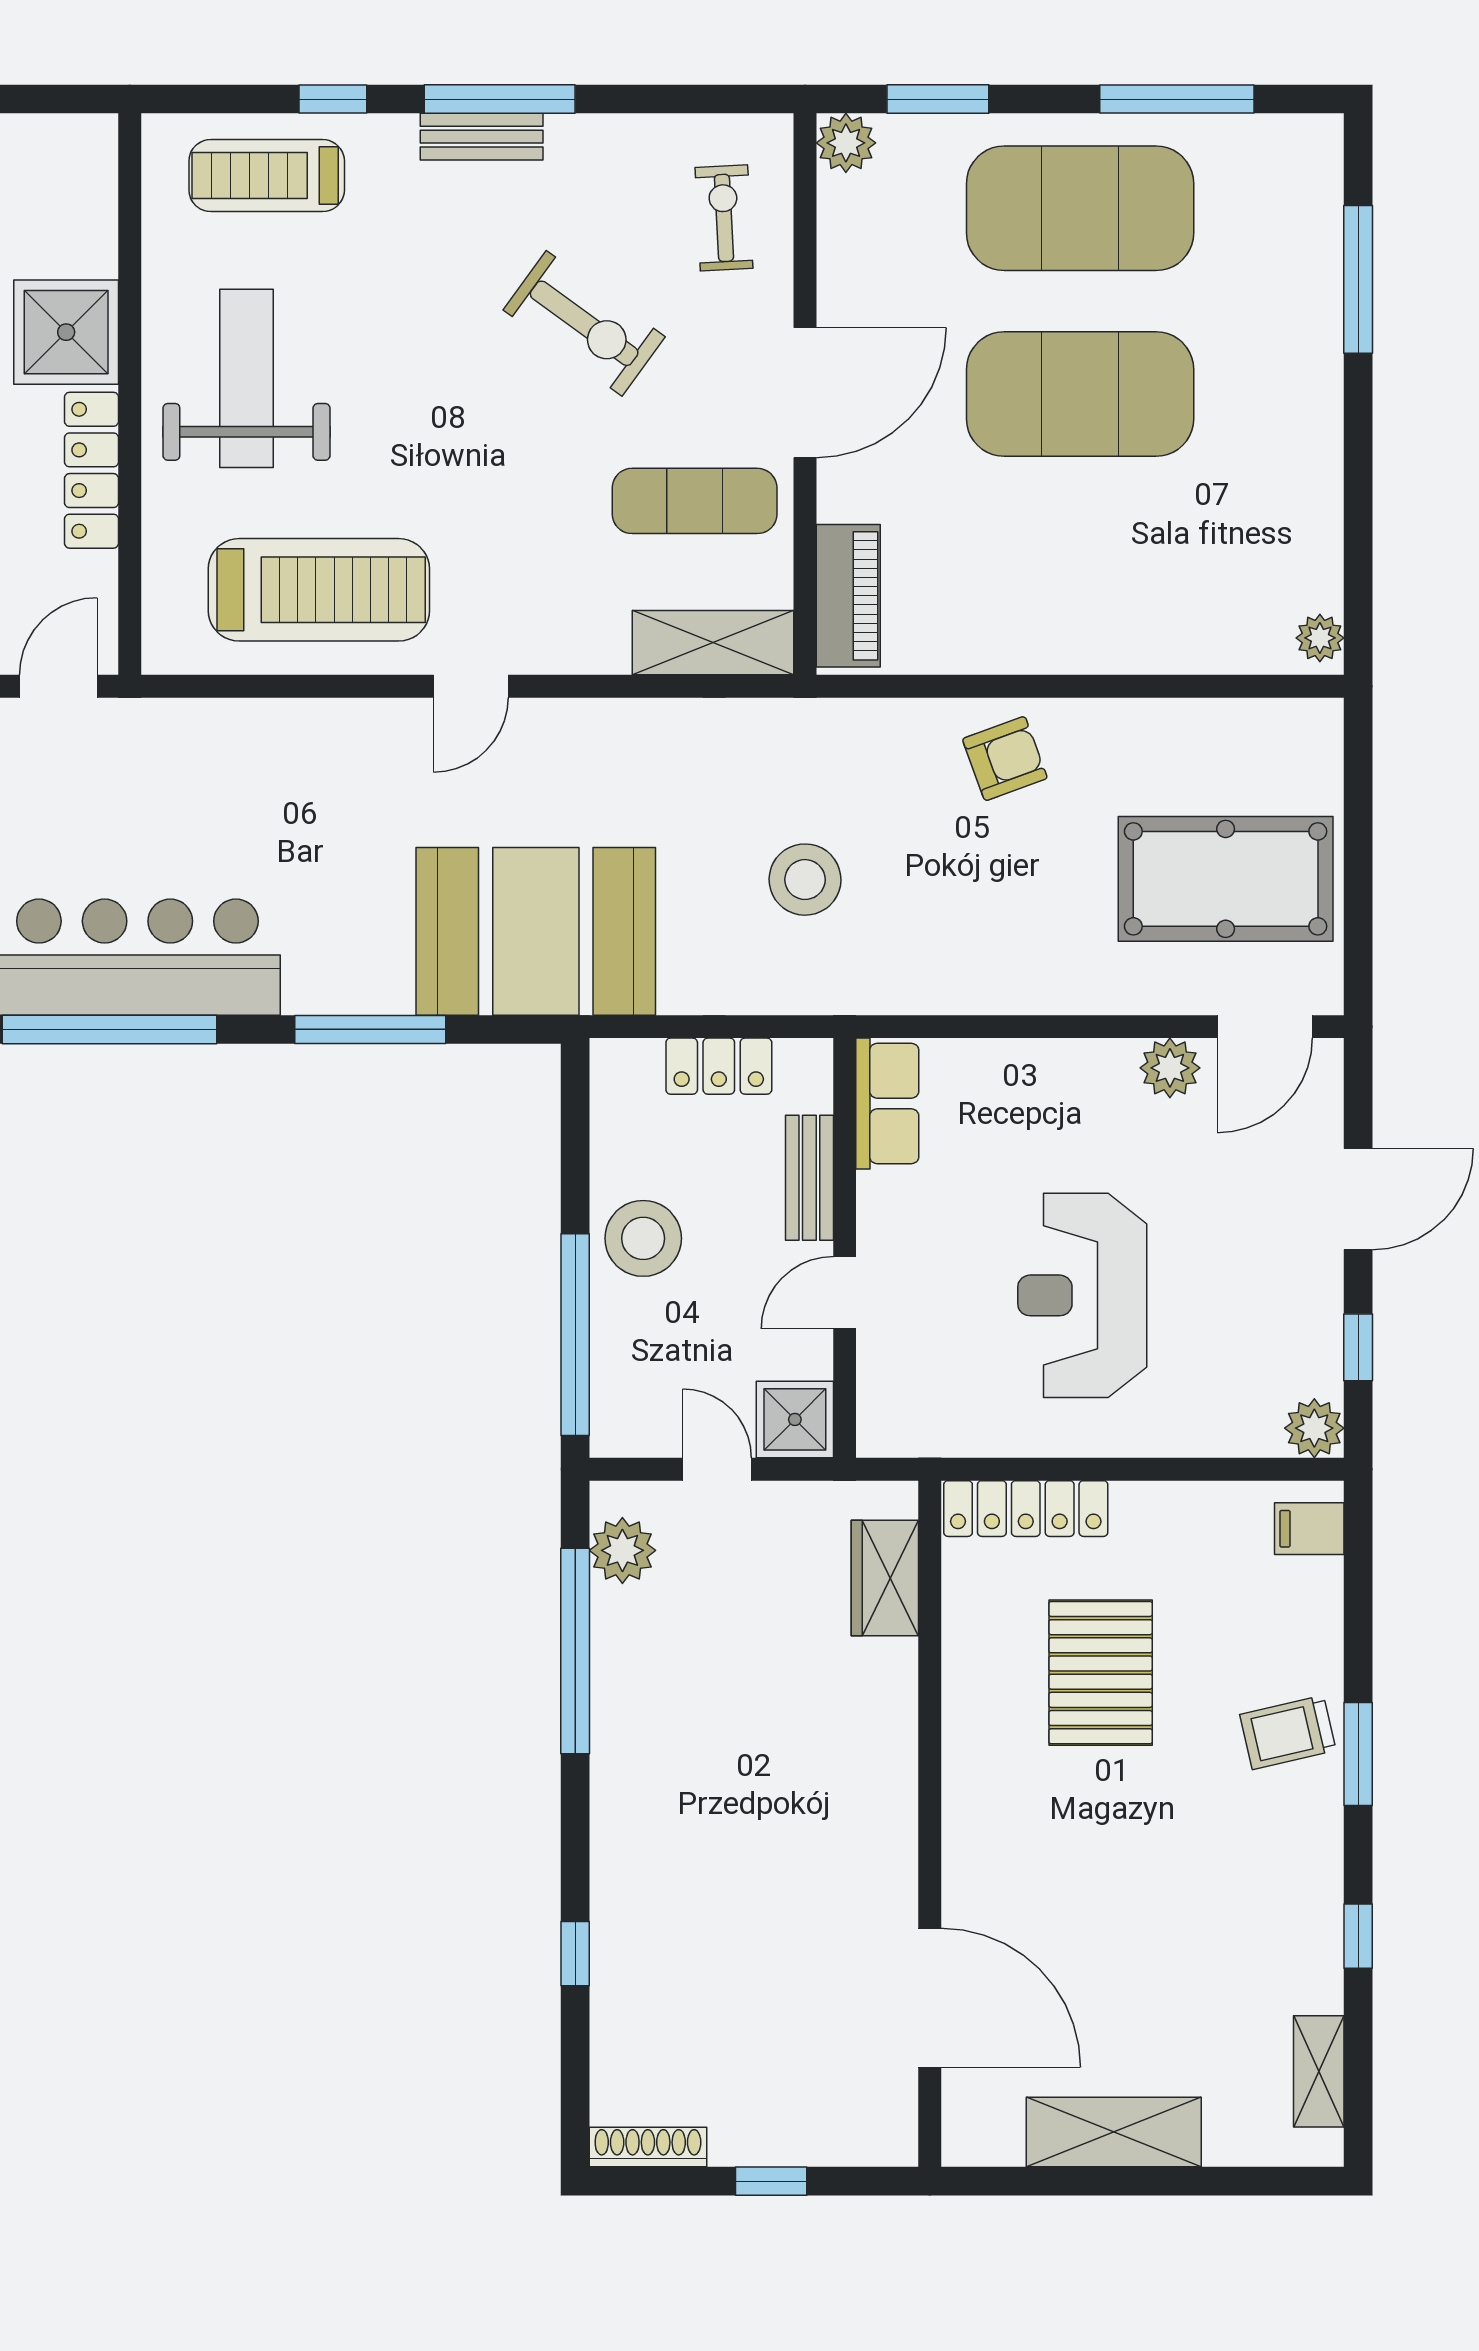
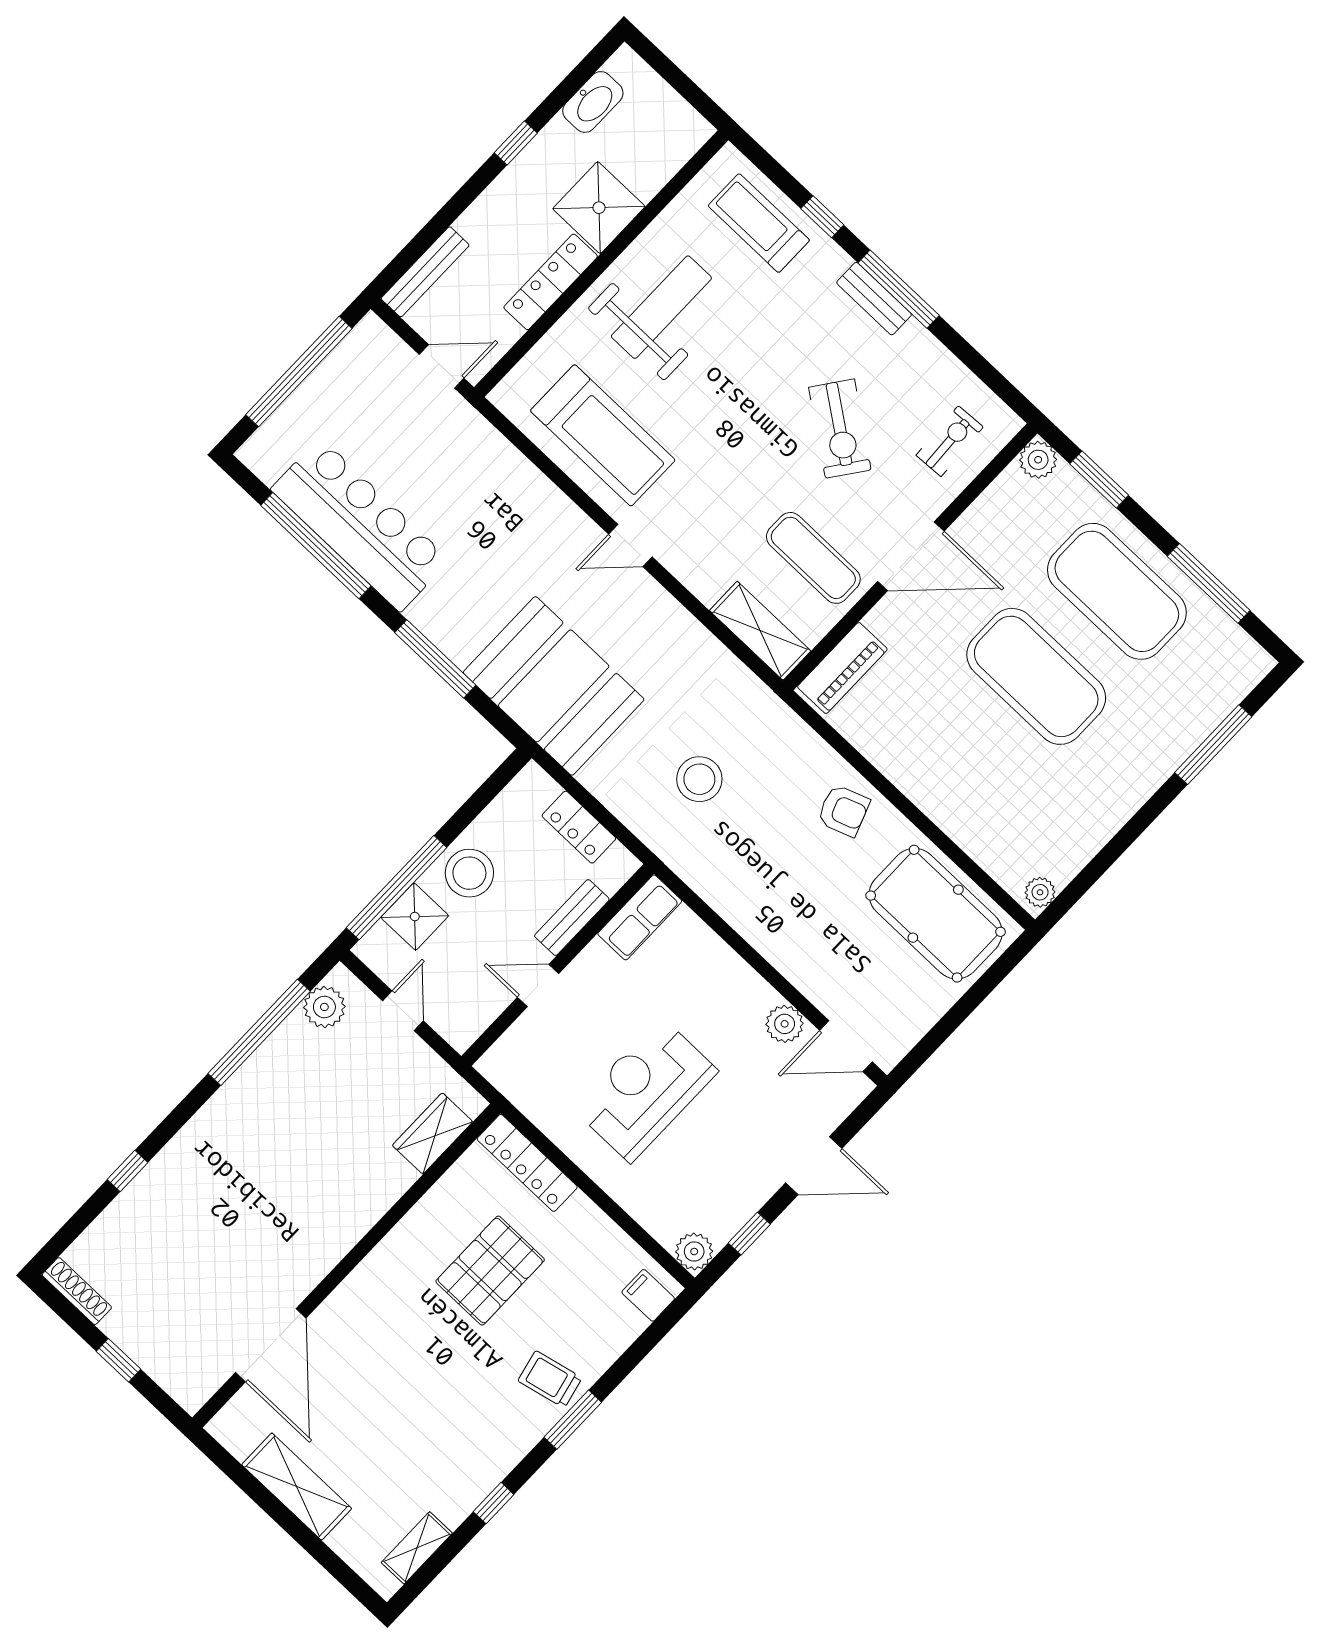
pool table: (1226, 879) -> (936, 914), moved
shower: (795, 1419) -> (415, 917), moved

